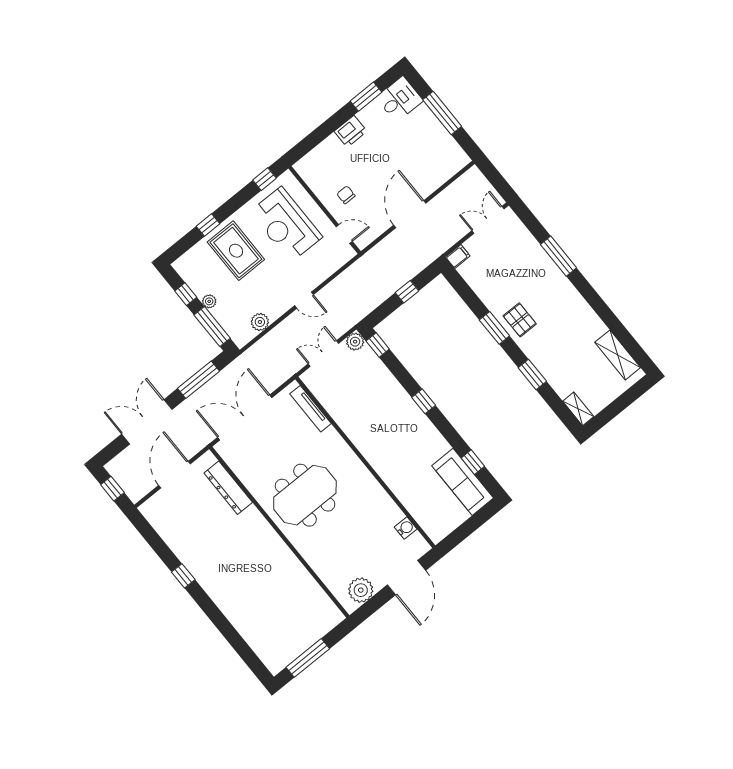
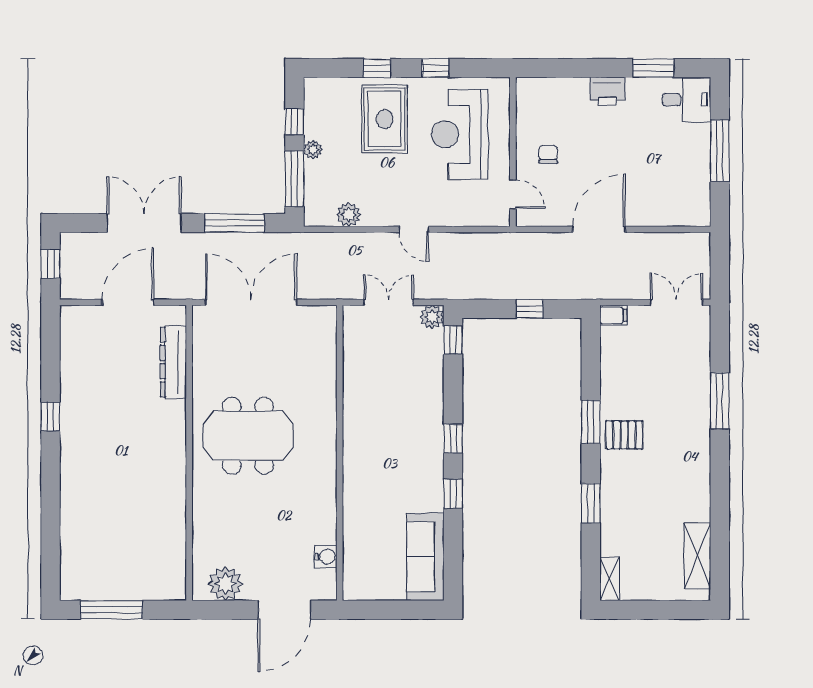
window: (264, 179) -> (435, 68), moved
pallet: (520, 320) -> (624, 435), turned 90
tv unit: (310, 409) -> (328, 349), removed
window: (473, 462) -> (453, 494), moved

